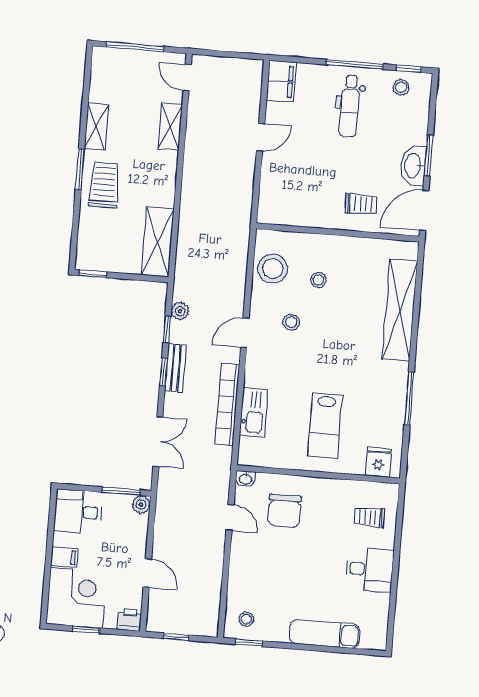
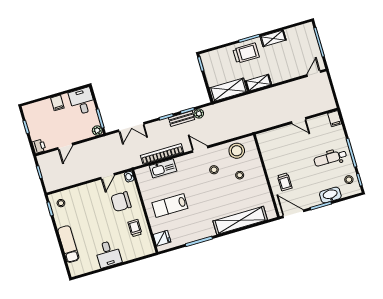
filing cabinet: (281, 81) -> (335, 119), width x0.50
shelving: (170, 126) -> (258, 83), moved
washbasin: (413, 166) -> (330, 195), moved
bench: (176, 368) -> (182, 119), moved
trolley: (369, 517) -> (135, 228), moved
corner desk: (76, 598) -> (40, 116), removed

